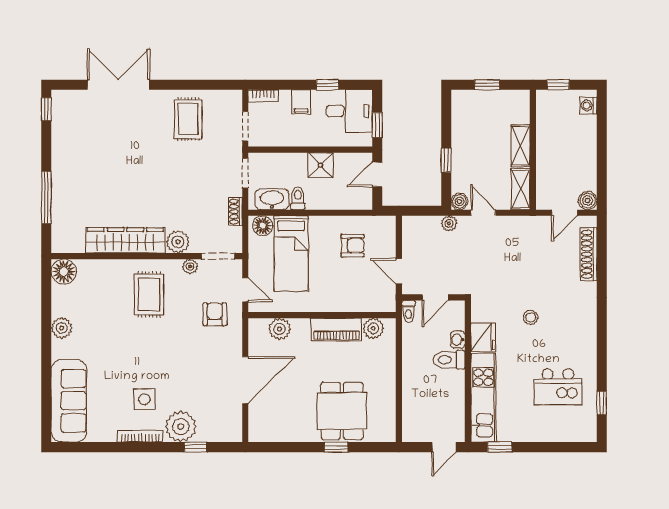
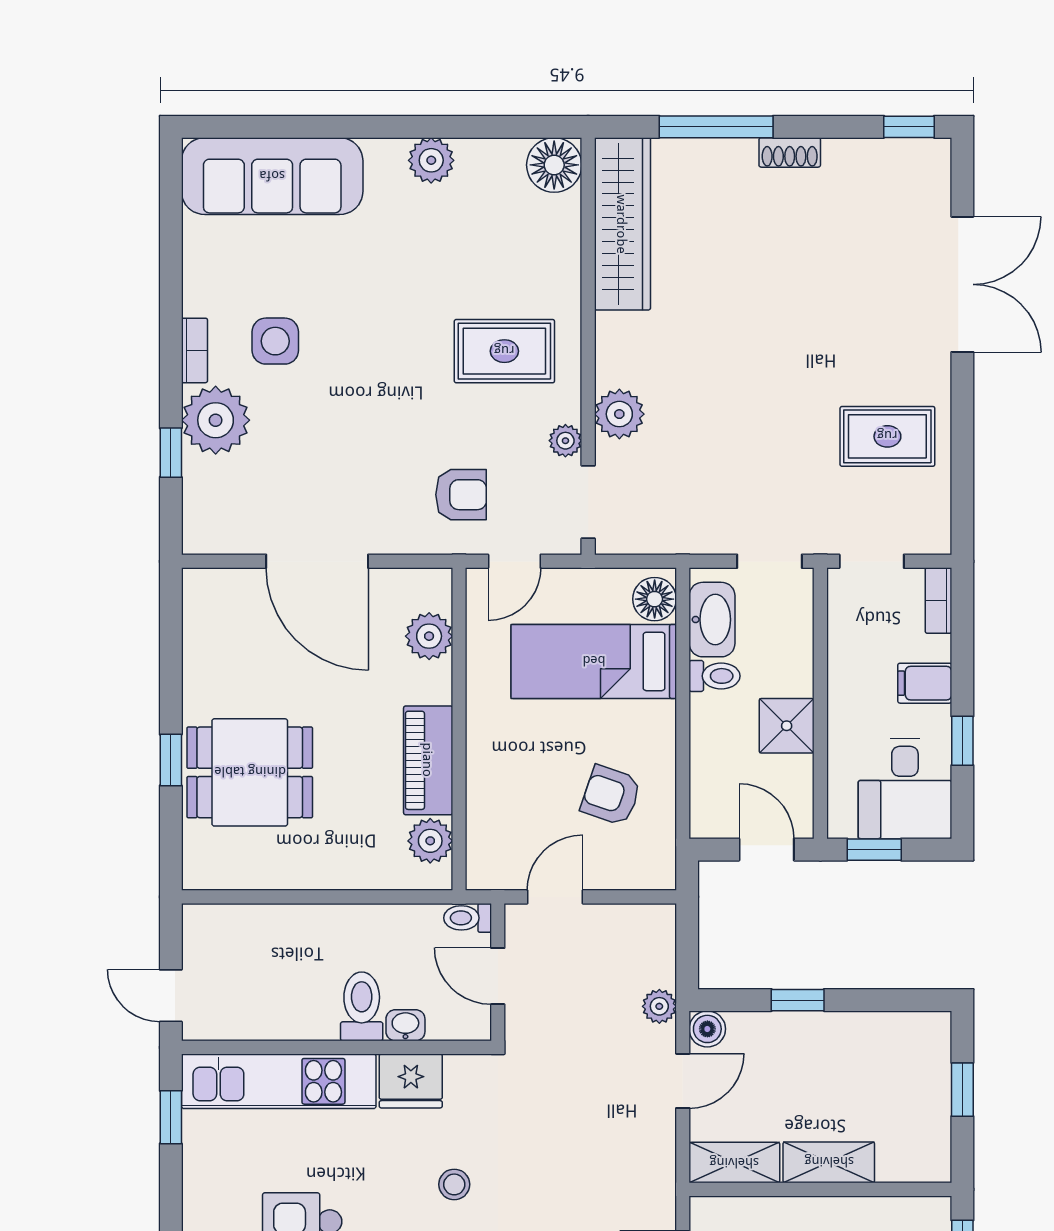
shoe rack: (236, 212) -> (790, 152), moved, turned 180
wardrobe: (125, 240) -> (622, 224), moved
armchair: (352, 246) -> (611, 795), turned 109
bookcase: (140, 436) -> (195, 350), width x0.64

